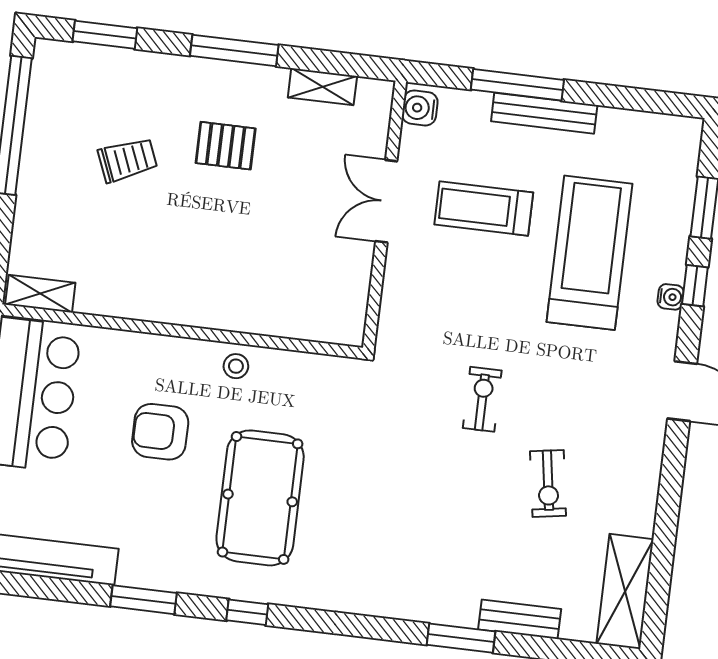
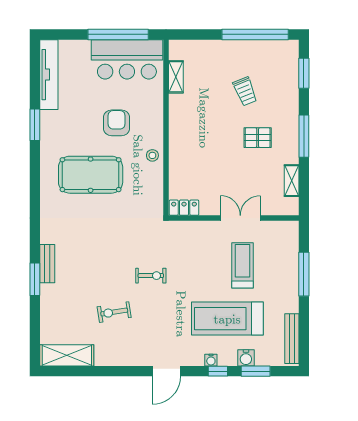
water cooler: (420, 108) -> (246, 358), moved, turned 180
bench: (544, 113) -> (292, 339), moved
pallet: (226, 146) -> (258, 138), turned 90
treadmill: (590, 253) -> (227, 319), turned 180
shelving: (40, 294) -> (176, 77), moved
locker: (351, 314) -> (184, 208), added
window: (247, 612) -> (35, 175), removed
bench: (520, 619) -> (47, 264), moved

